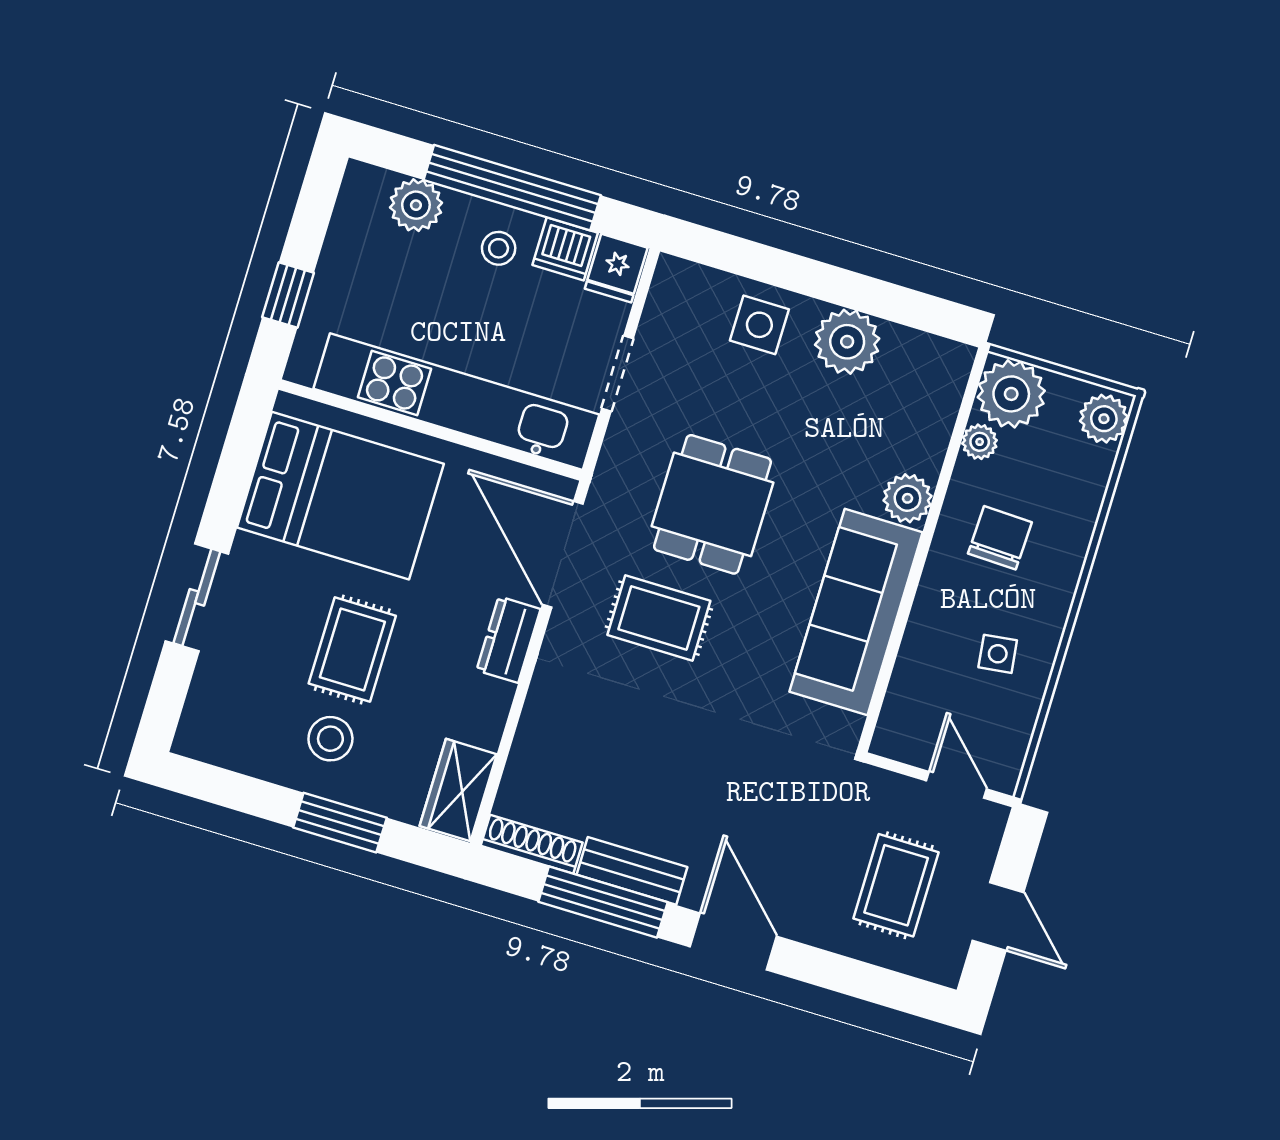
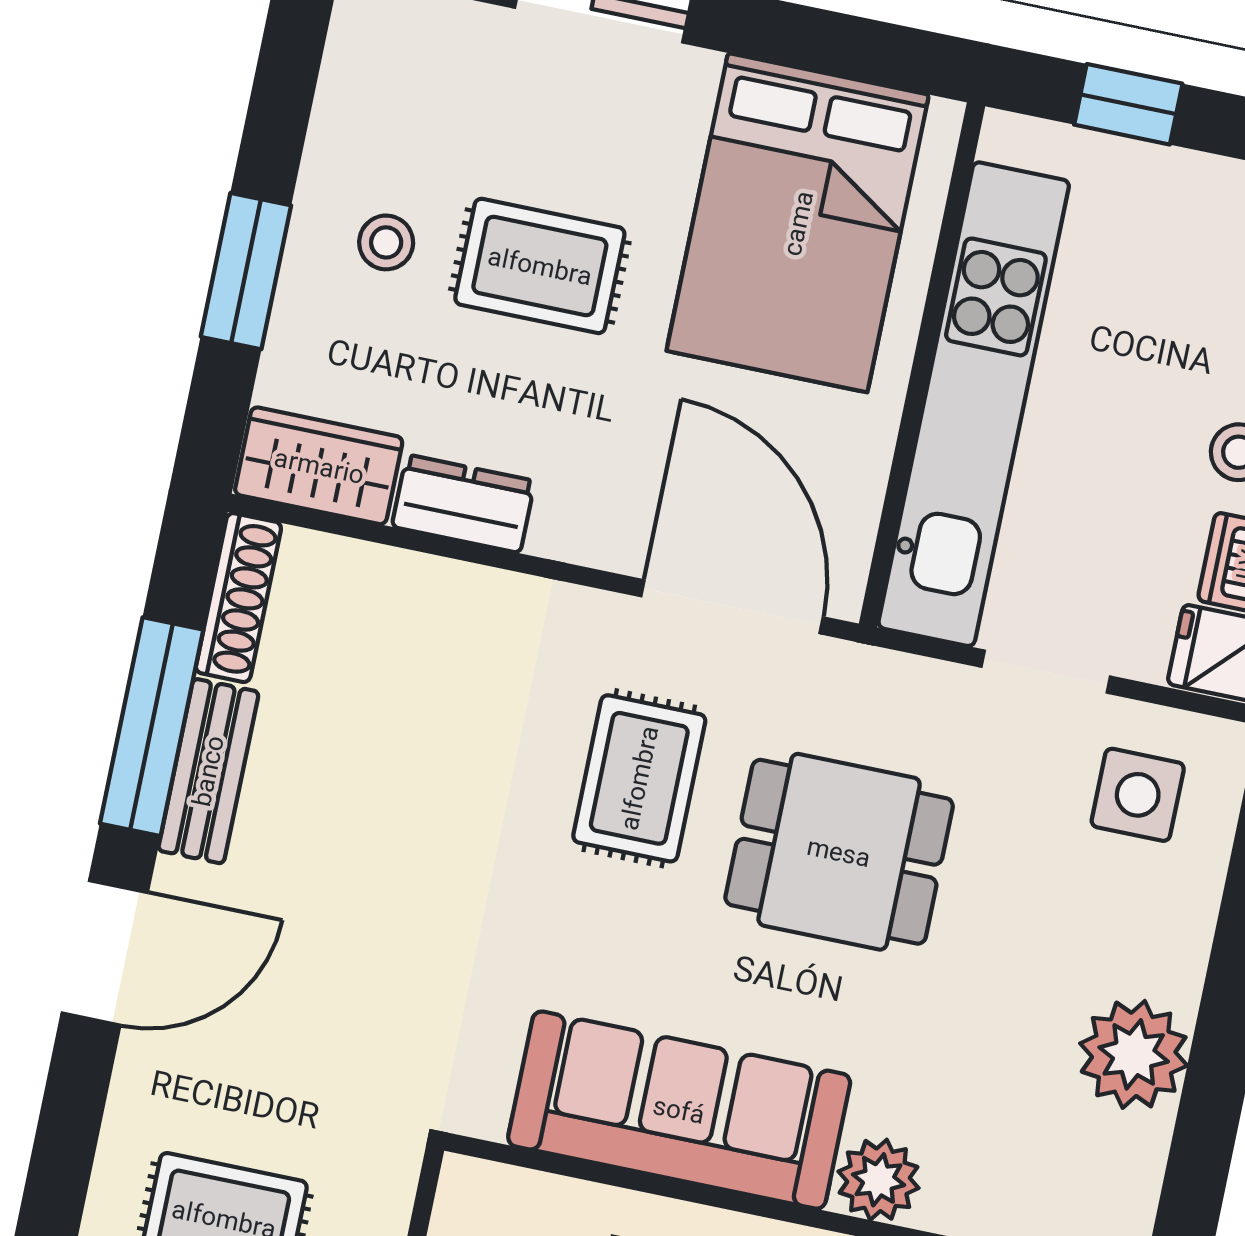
side table: (759, 325) -> (1138, 795), moved
door: (563, 554) -> (732, 607), hinge flipped
dresser: (509, 640) -> (463, 504), moved
stool: (330, 739) -> (386, 242), width x0.73, depth x0.73

